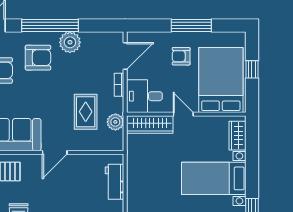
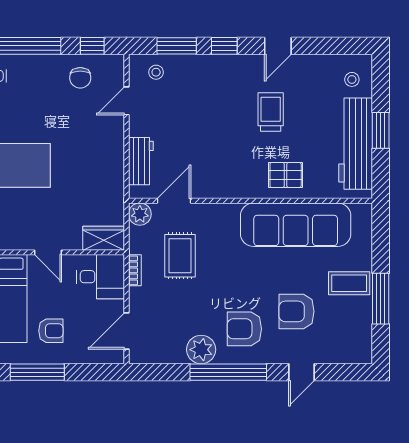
bookcase: (119, 85) -> (135, 270), moved
plant: (115, 122) -> (140, 214), moved
wardrobe: (150, 125) -> (104, 238), width x0.67
door: (55, 152) -> (174, 201), moved

